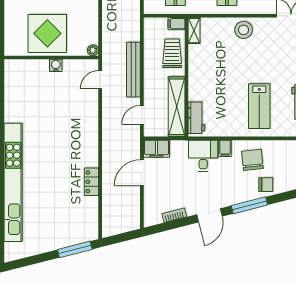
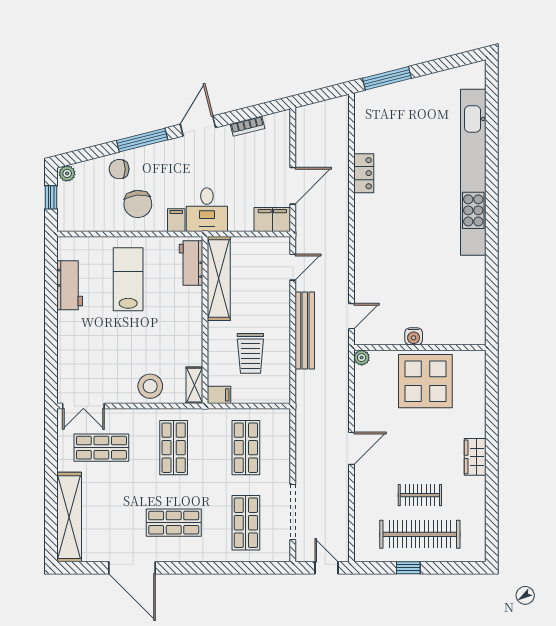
filing cabinet: (176, 24) -> (219, 395), moved
shelving: (194, 31) -> (194, 385), moved
wall: (186, 77) -> (205, 320), moved
shelving: (177, 107) -> (219, 278), moved
workbench: (196, 118) -> (191, 263), moved

